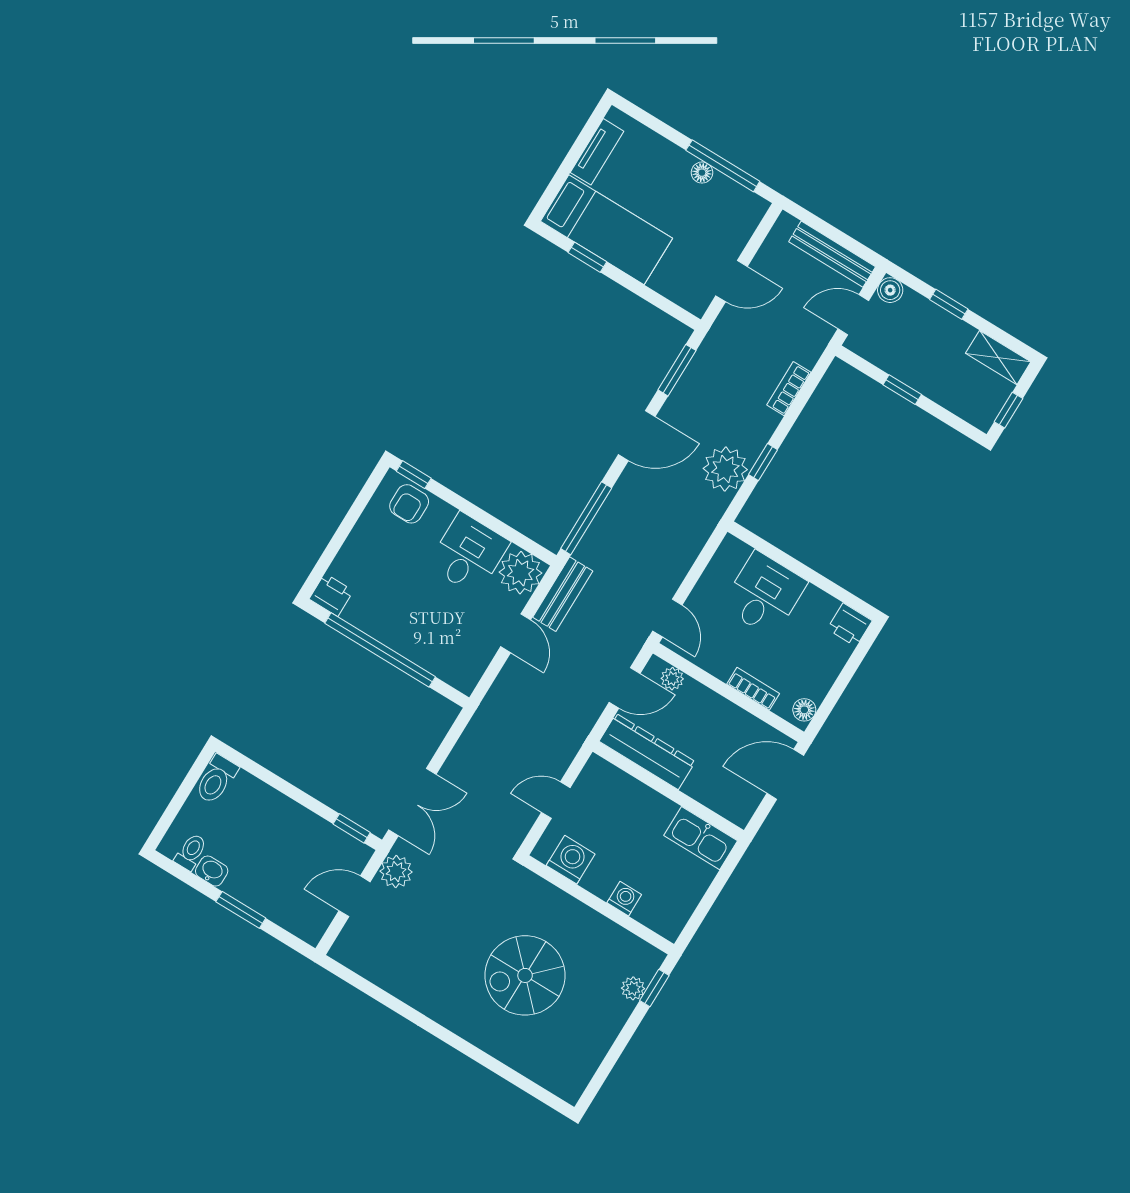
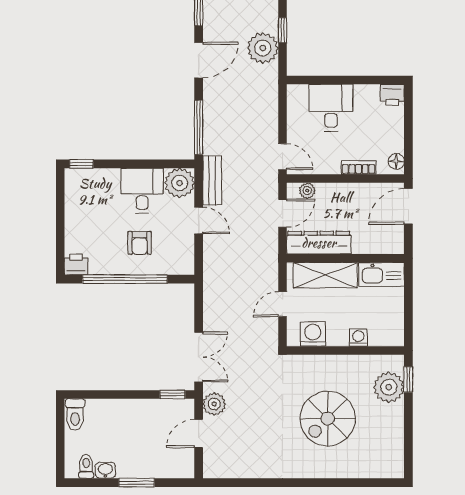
armchair: (409, 504) -> (140, 243), moved
shelving: (631, 797) -> (325, 275), added
plant: (633, 988) -> (389, 387), width x1.88, depth x1.88

